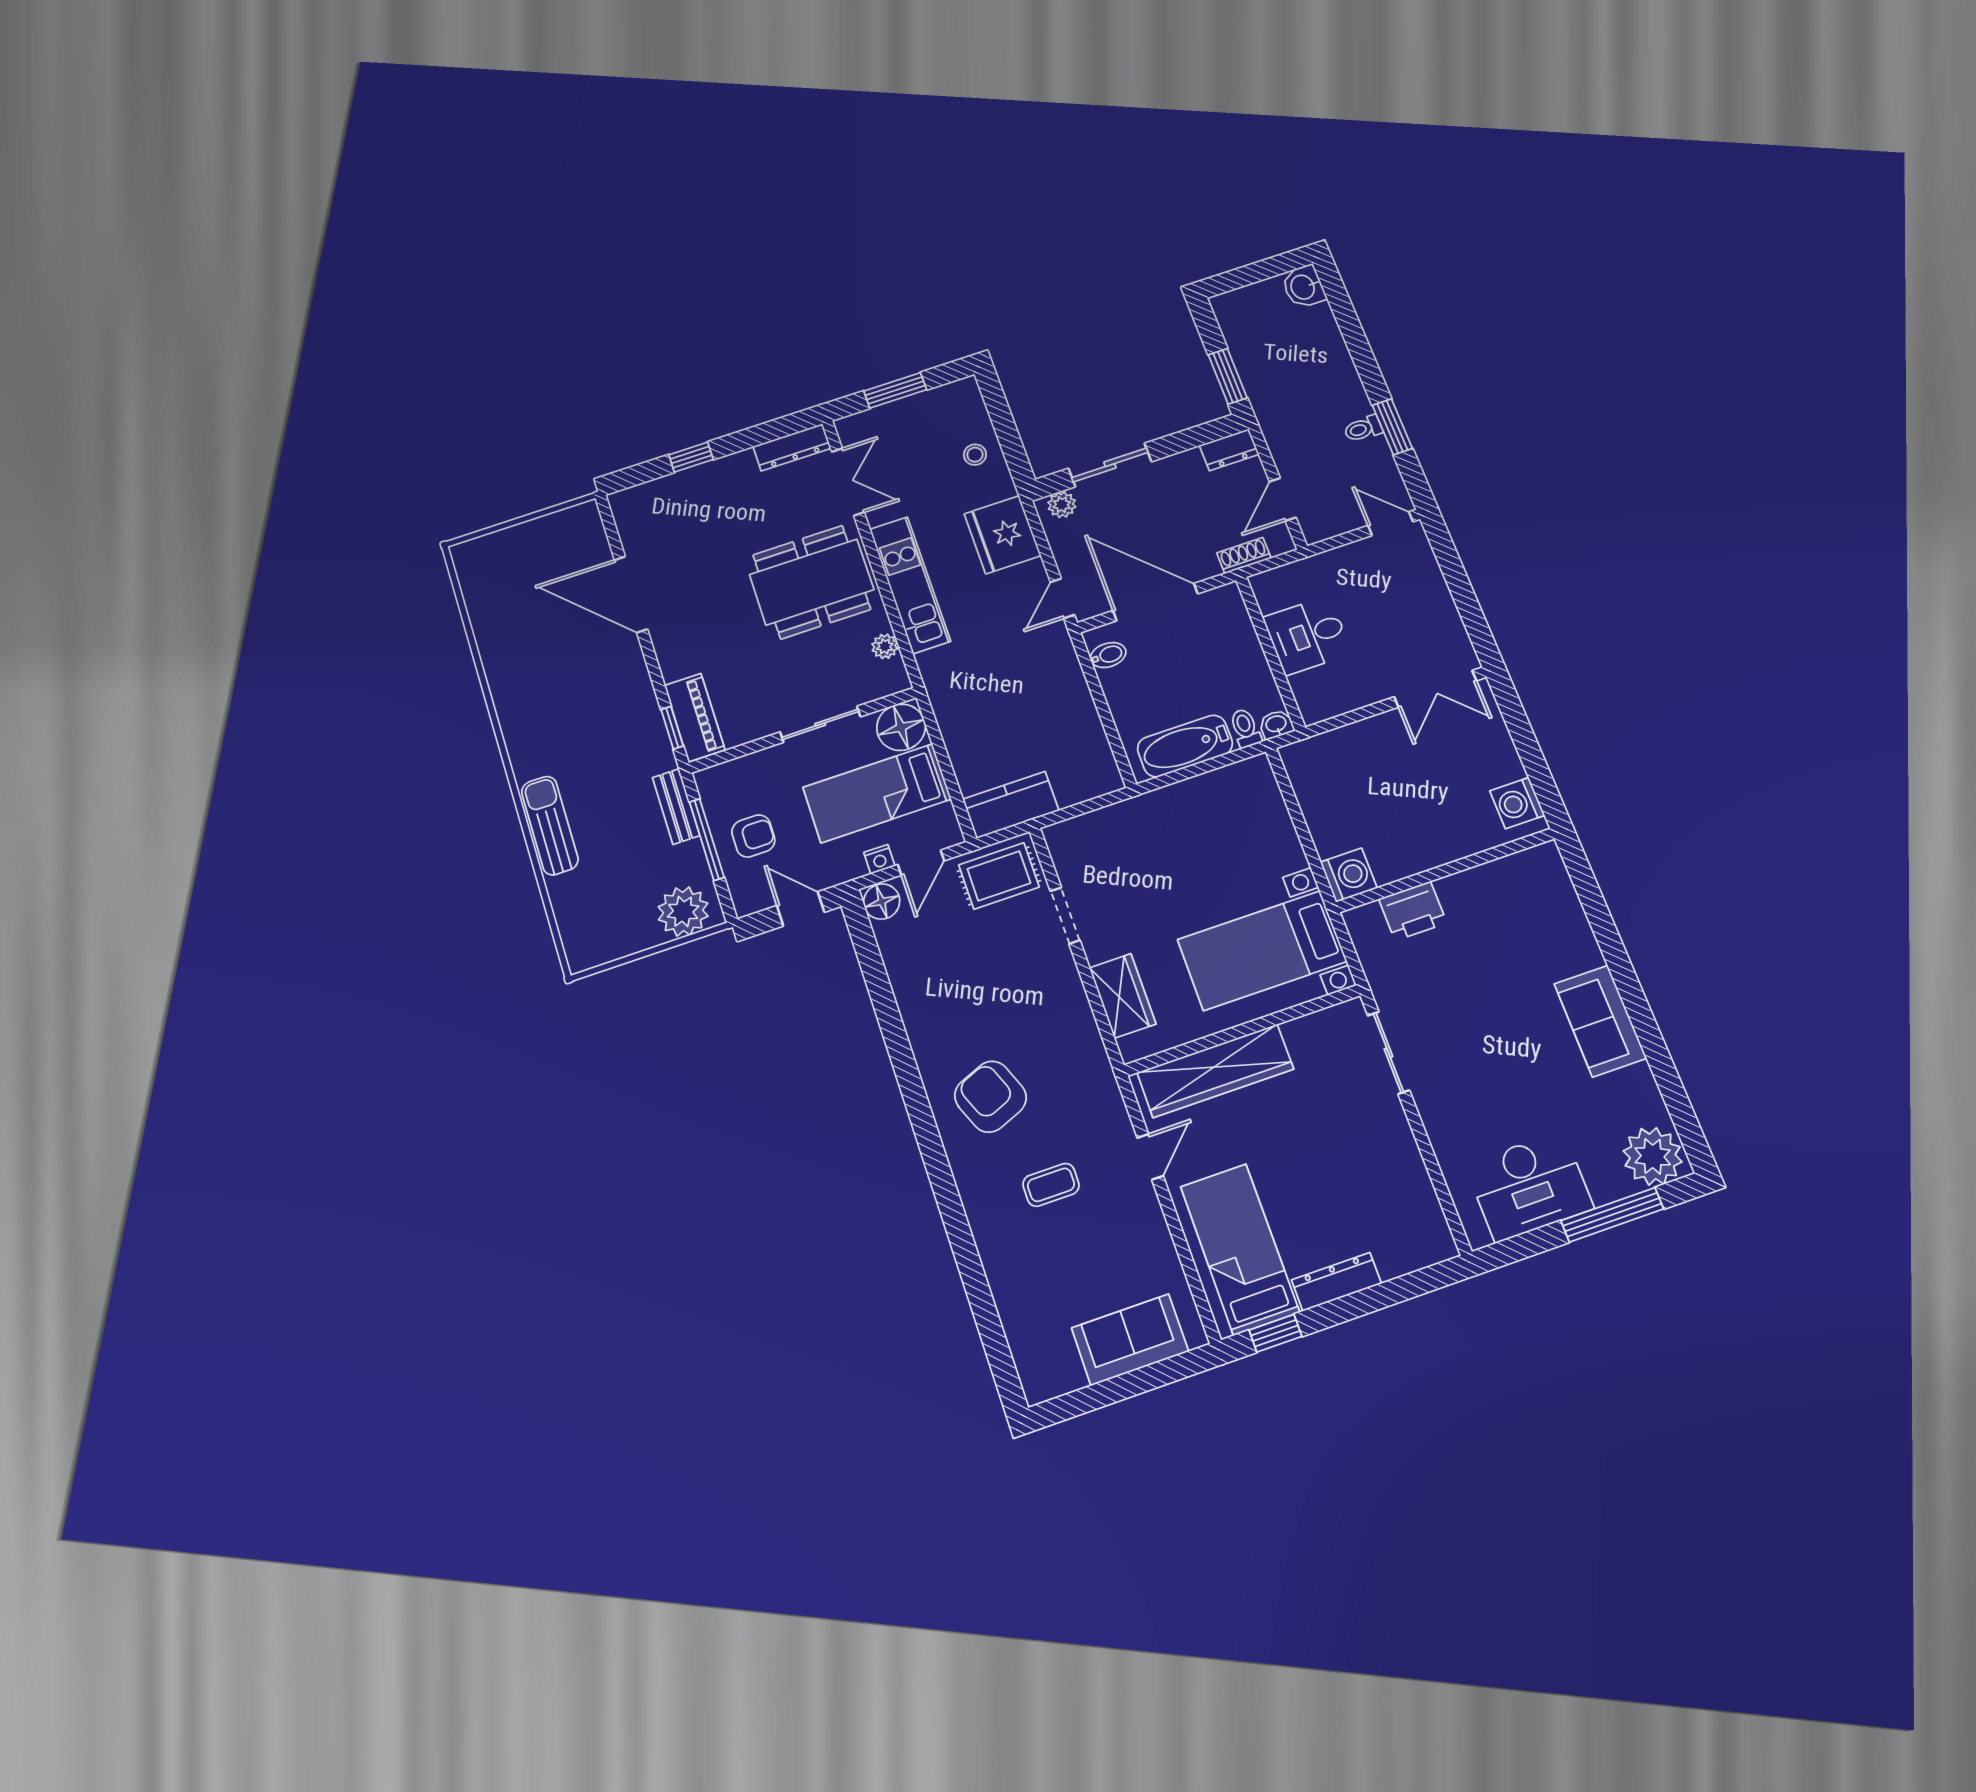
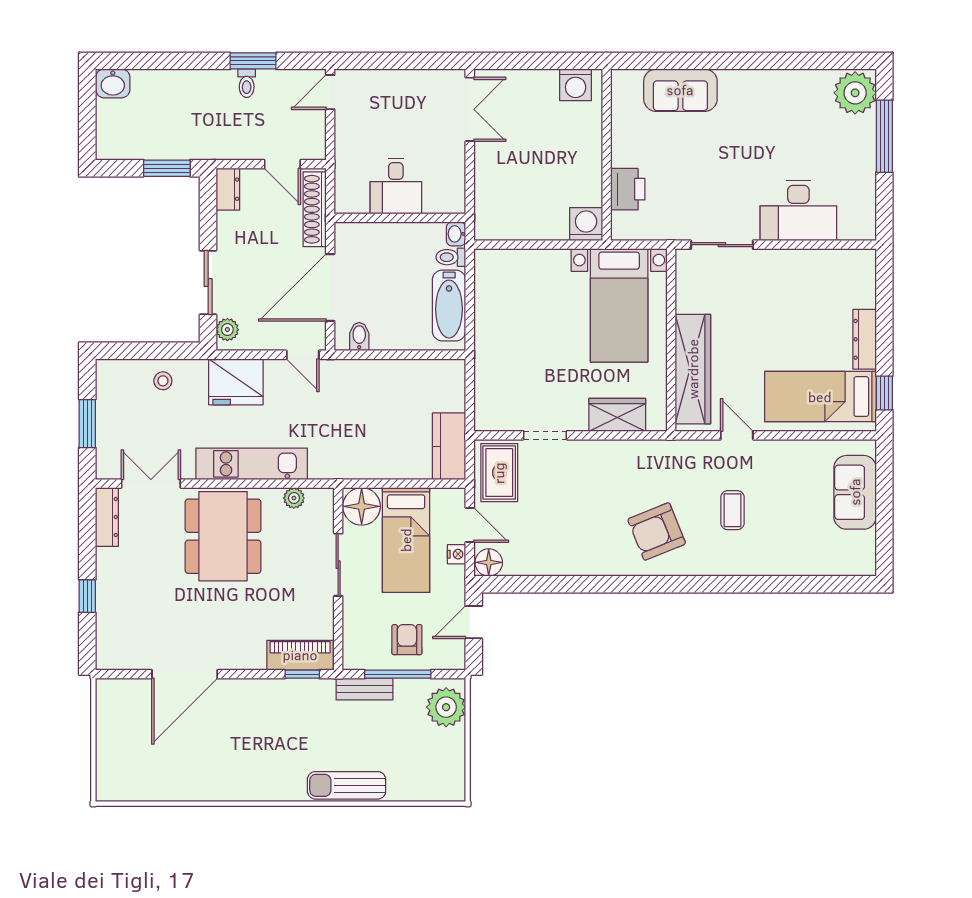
shoe rack: (1244, 556) -> (315, 209), width x1.94, depth x1.24
sofa: (1600, 1021) -> (680, 90), moved
desk: (1529, 1186) -> (798, 211), moved, turned 90

